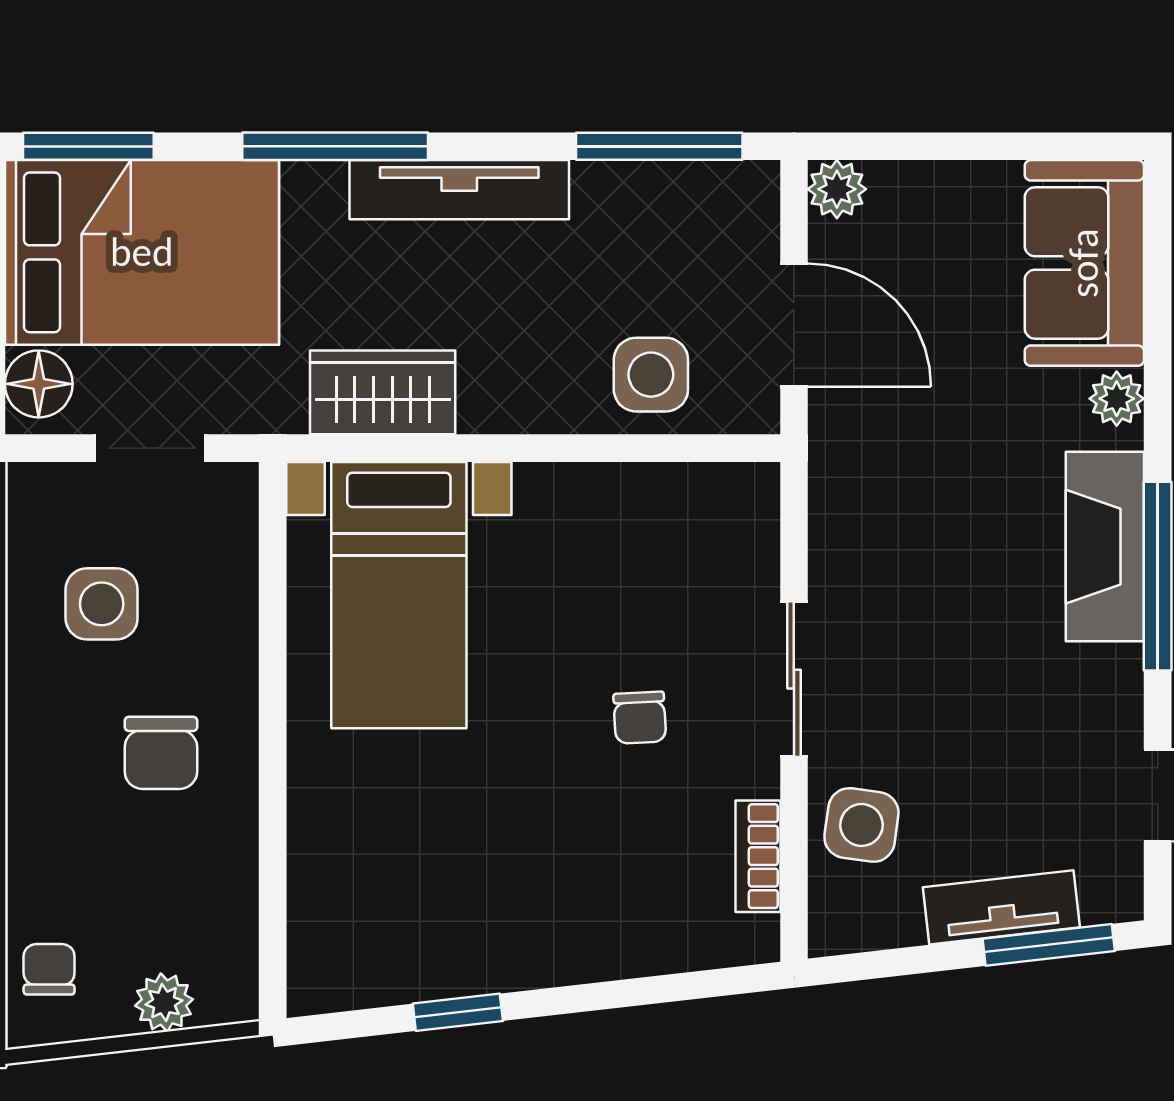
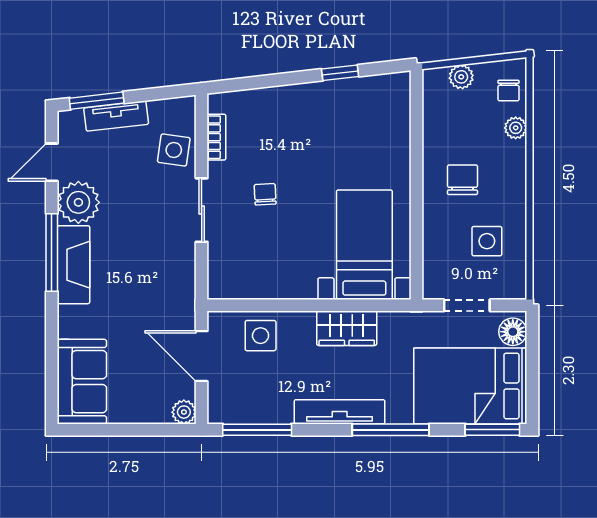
wardrobe: (383, 392) -> (347, 328), moved
plant: (1117, 399) -> (78, 202), moved, width x1.88, depth x1.88
plant: (32, 879) -> (516, 128), added

